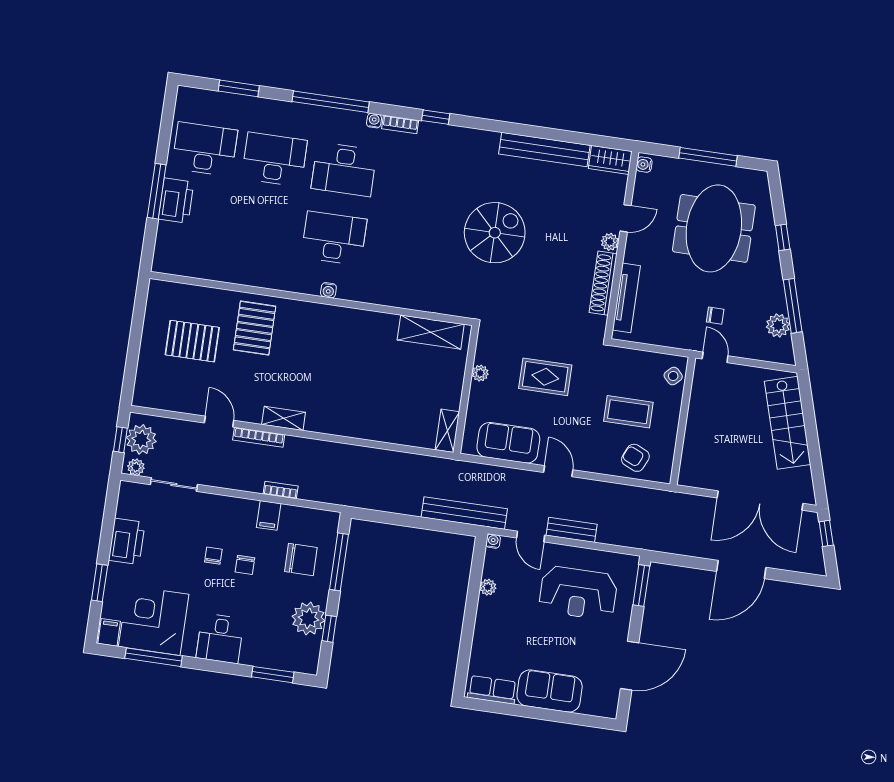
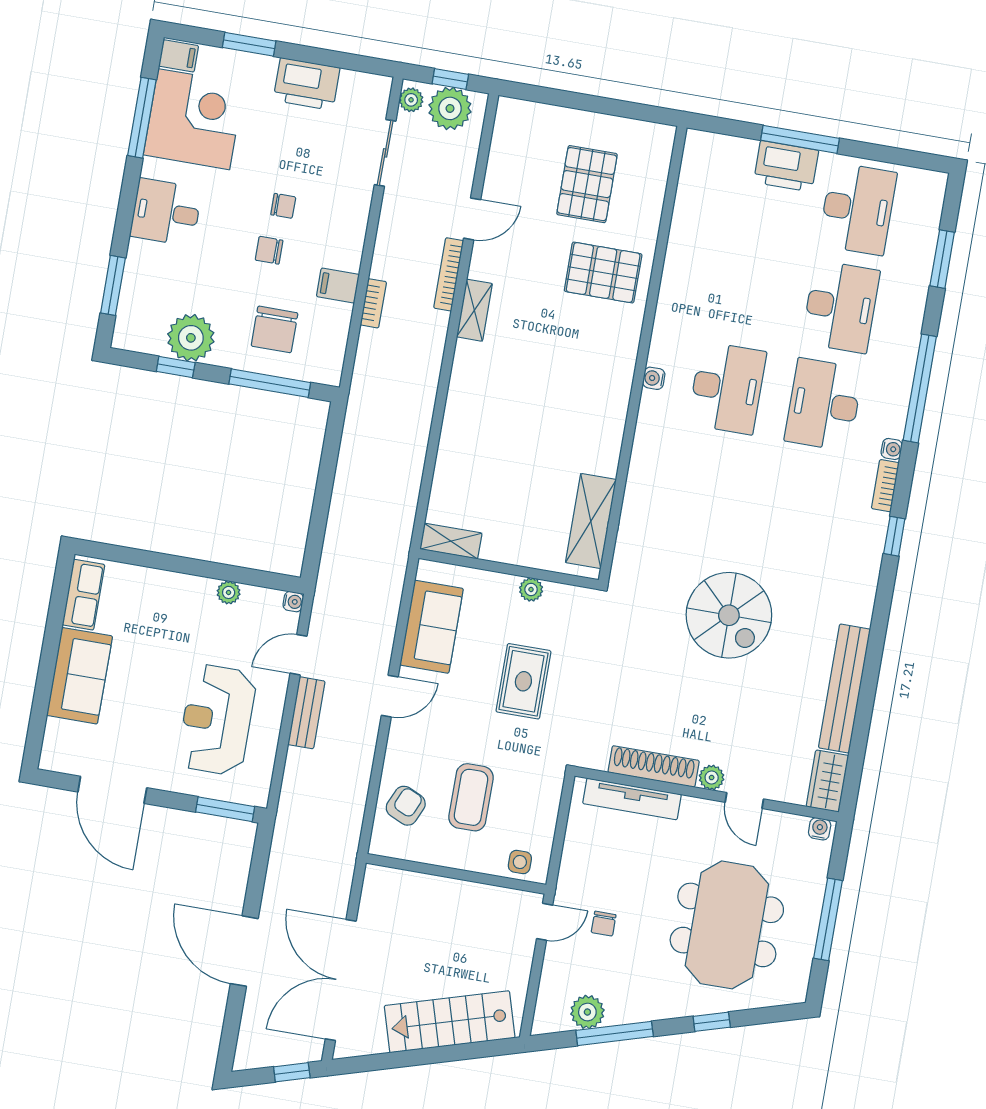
meeting table: (714, 228) -> (727, 925), turned 90
side table: (673, 376) -> (520, 862), turned 45
bench: (464, 513) -> (334, 562), removed

